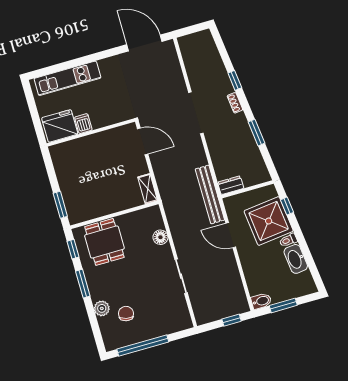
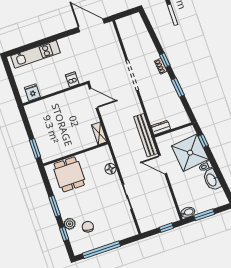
window: (235, 80) -> (165, 60), moved
dishwasher: (83, 124) -> (72, 79), moved
fridge: (60, 126) -> (32, 92), width x0.53, depth x0.75
window: (73, 249) -> (64, 234), moved

